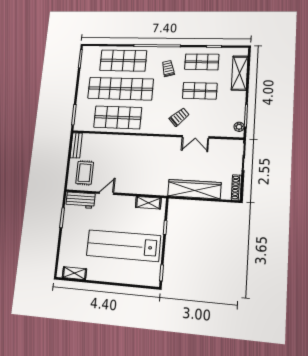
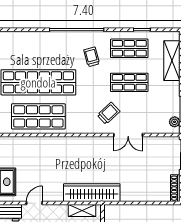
shop shelf: (123, 61) -> (38, 48), removed
wardrobe: (194, 189) -> (92, 193), moved

